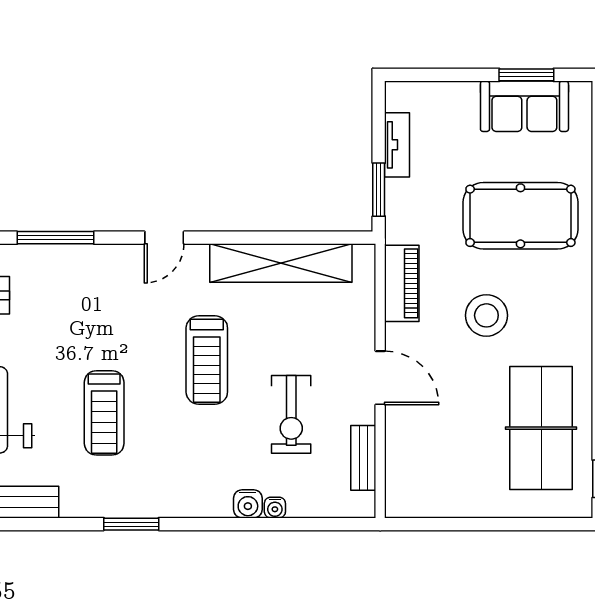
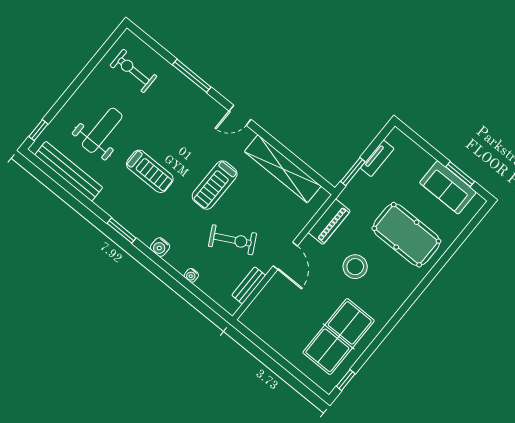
treadmill: (104, 413) -> (150, 171), turned -90
exercise bike: (291, 414) -> (232, 240), turned -118
water cooler: (248, 504) -> (160, 247), moved

